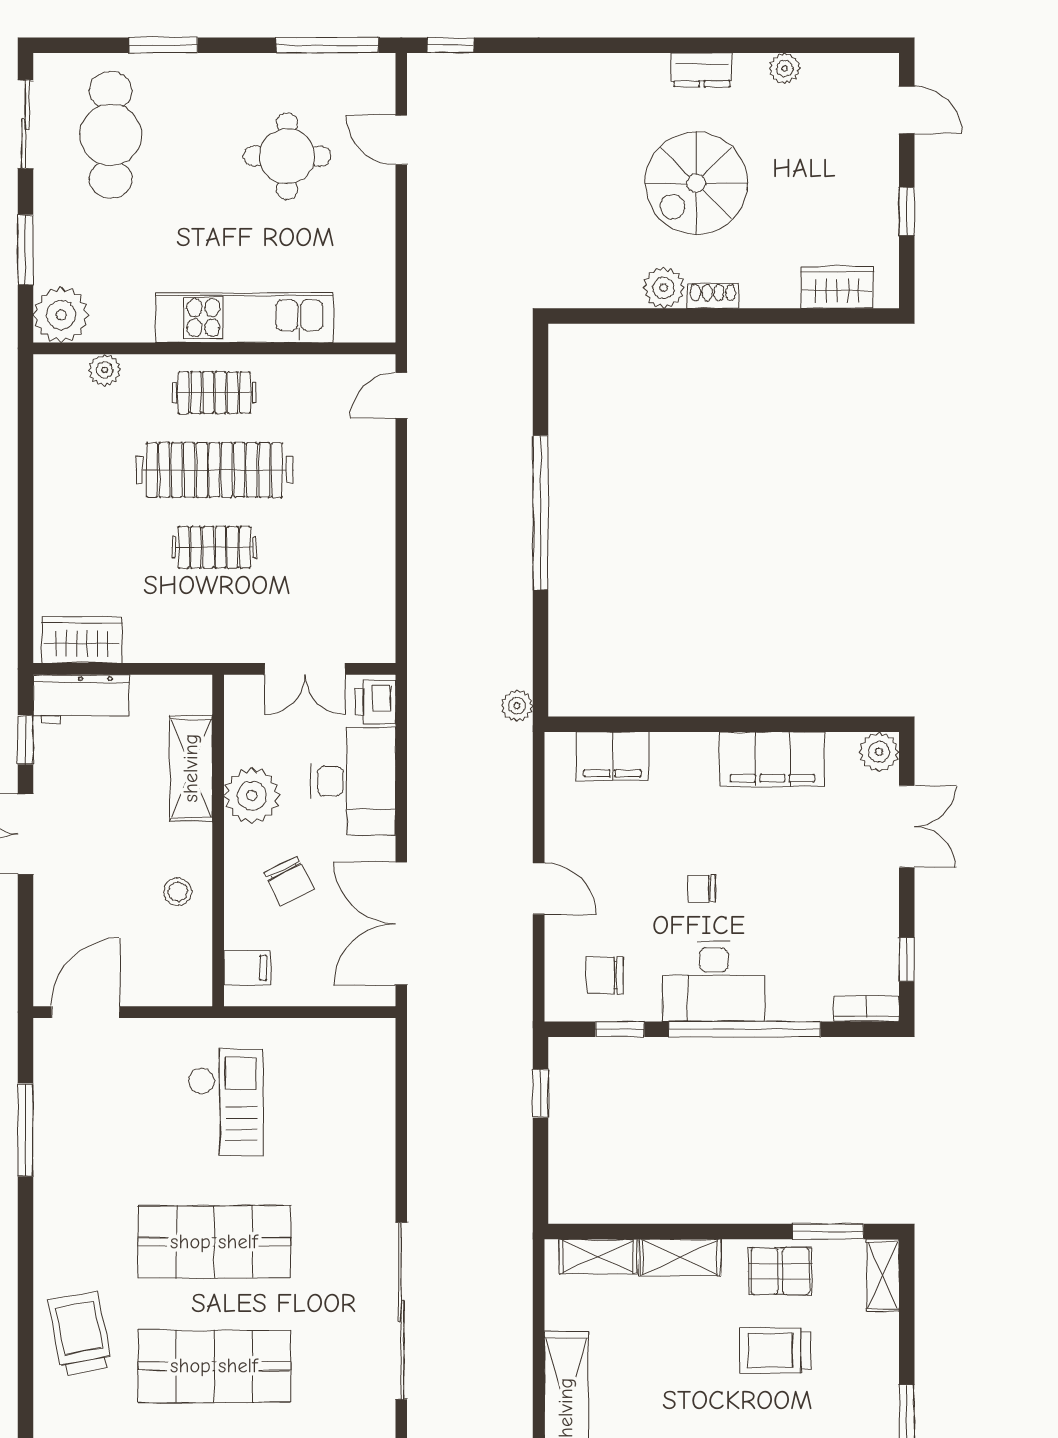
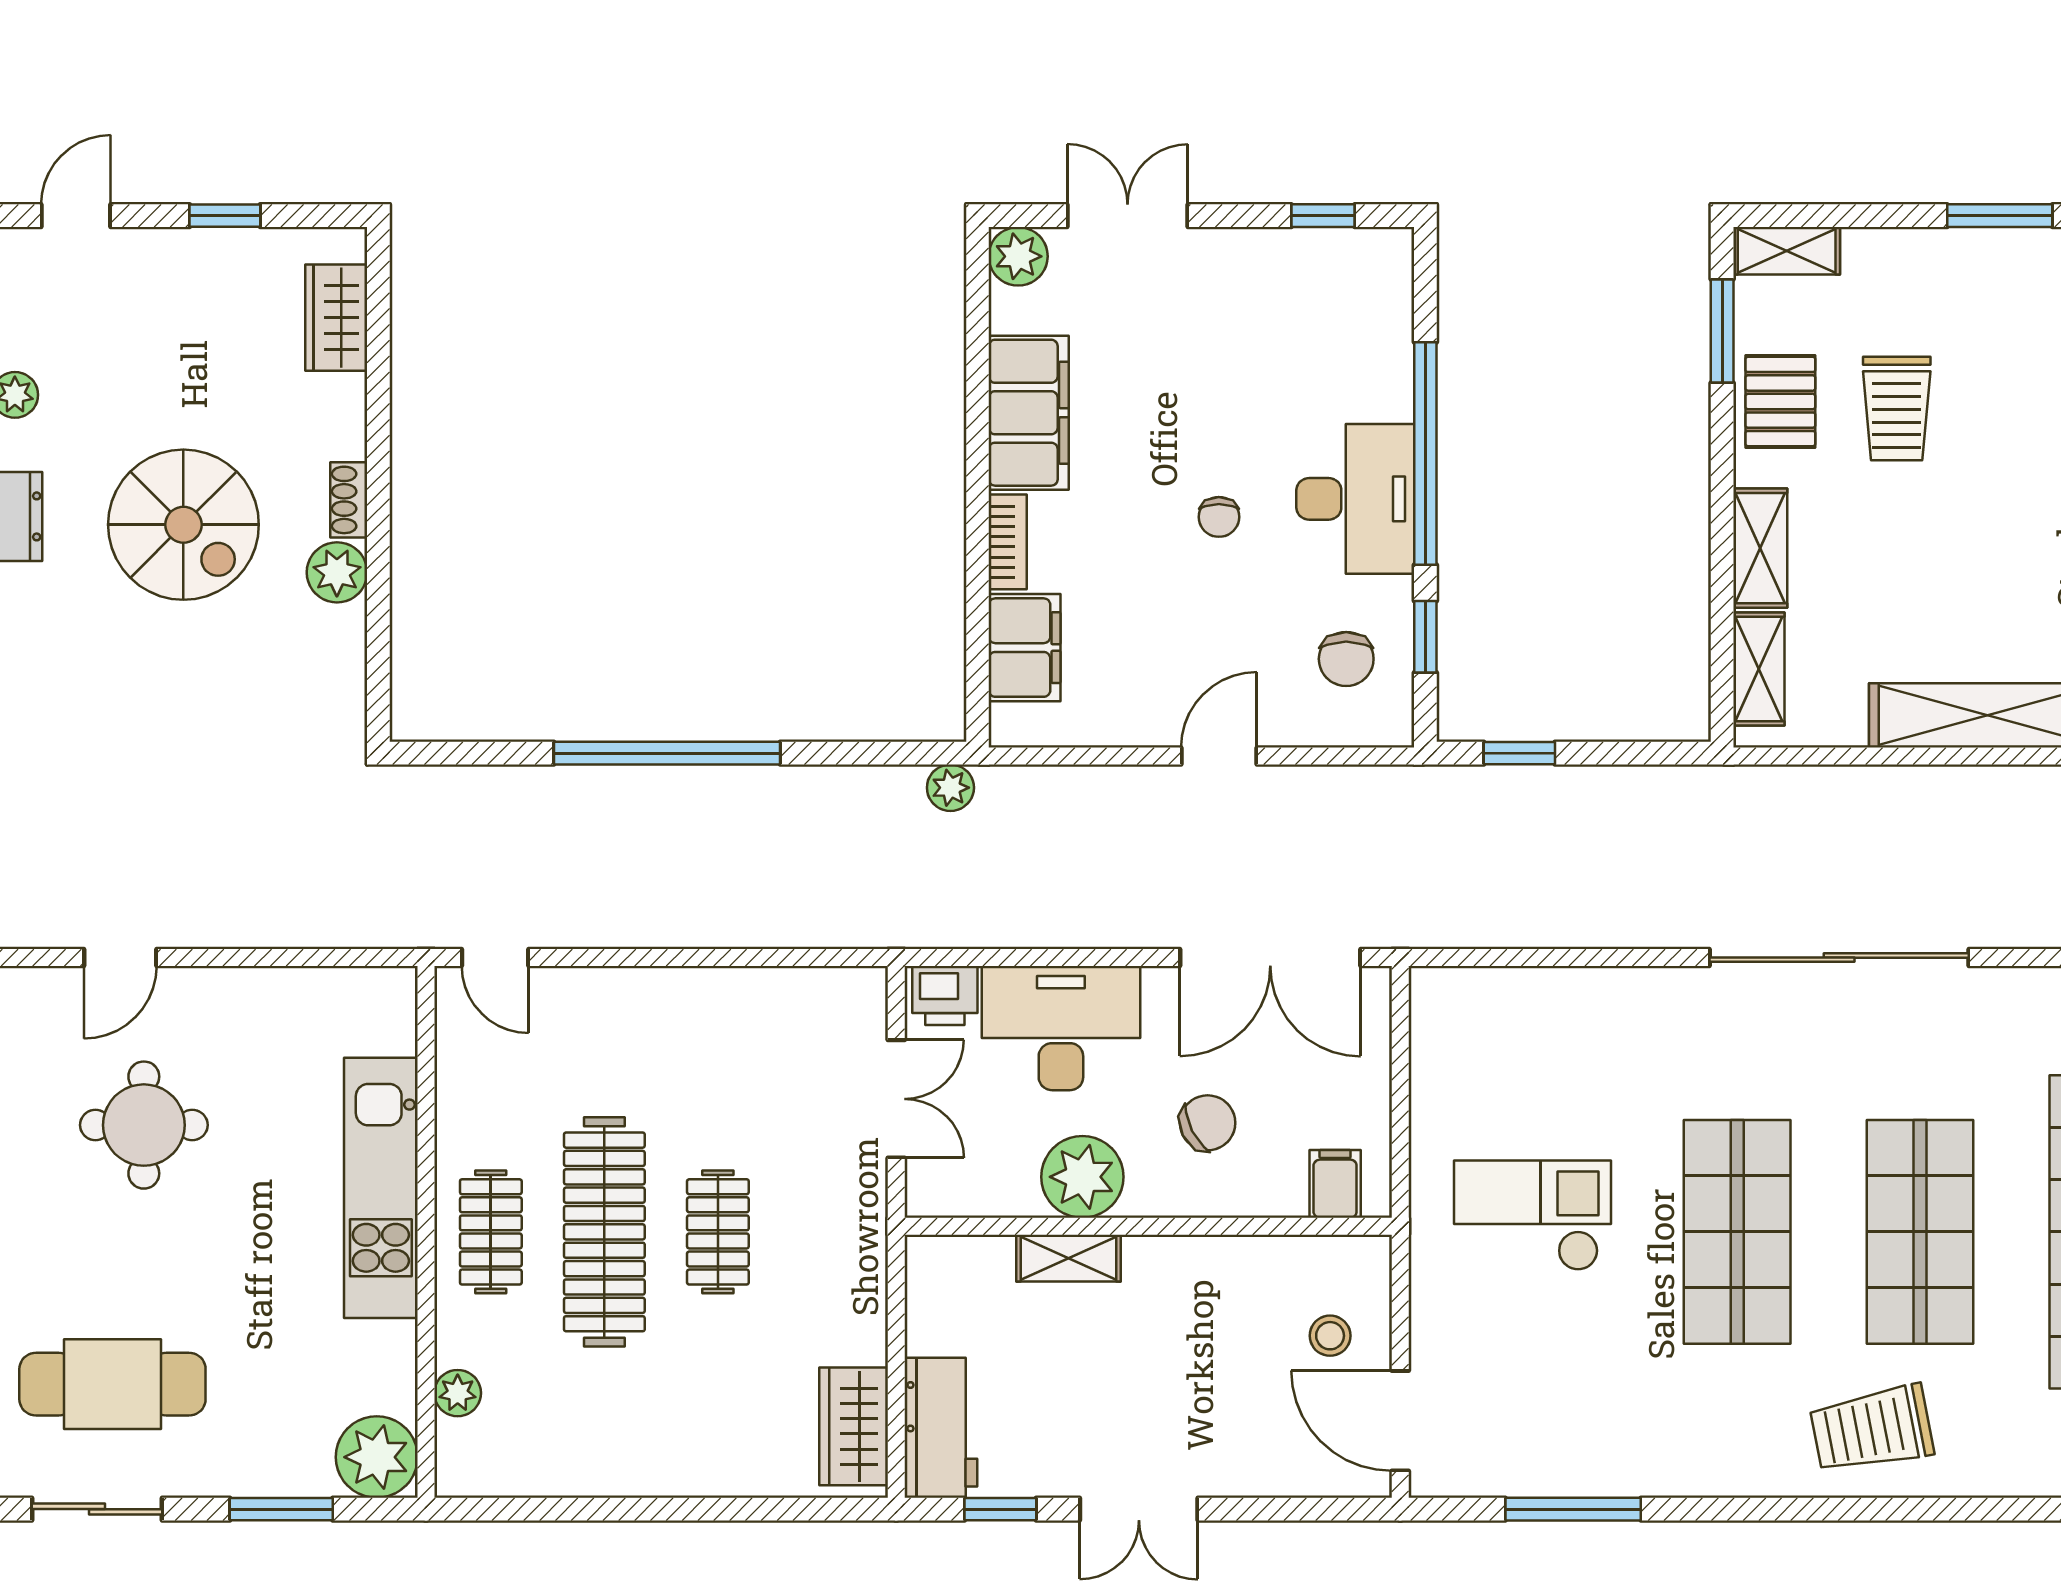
shelving: (191, 768) -> (1069, 1258), width x0.67, depth x0.75
stool: (178, 892) -> (1330, 1336), moved
bookcase: (867, 1009) -> (1008, 542), moved, turned 180

